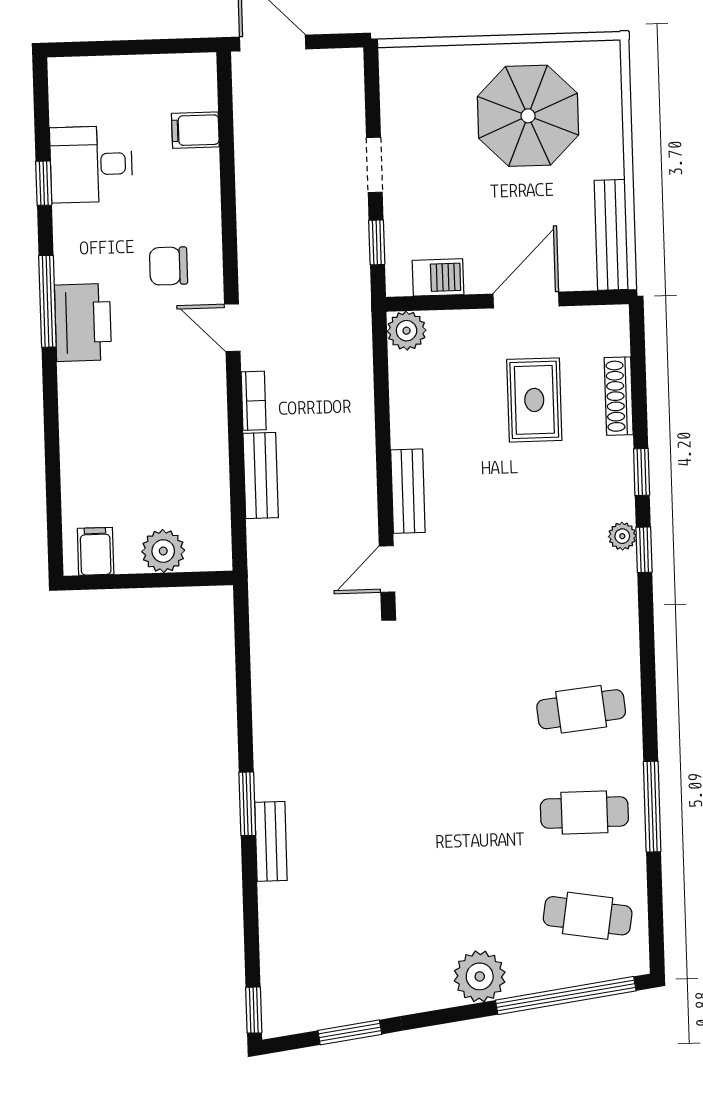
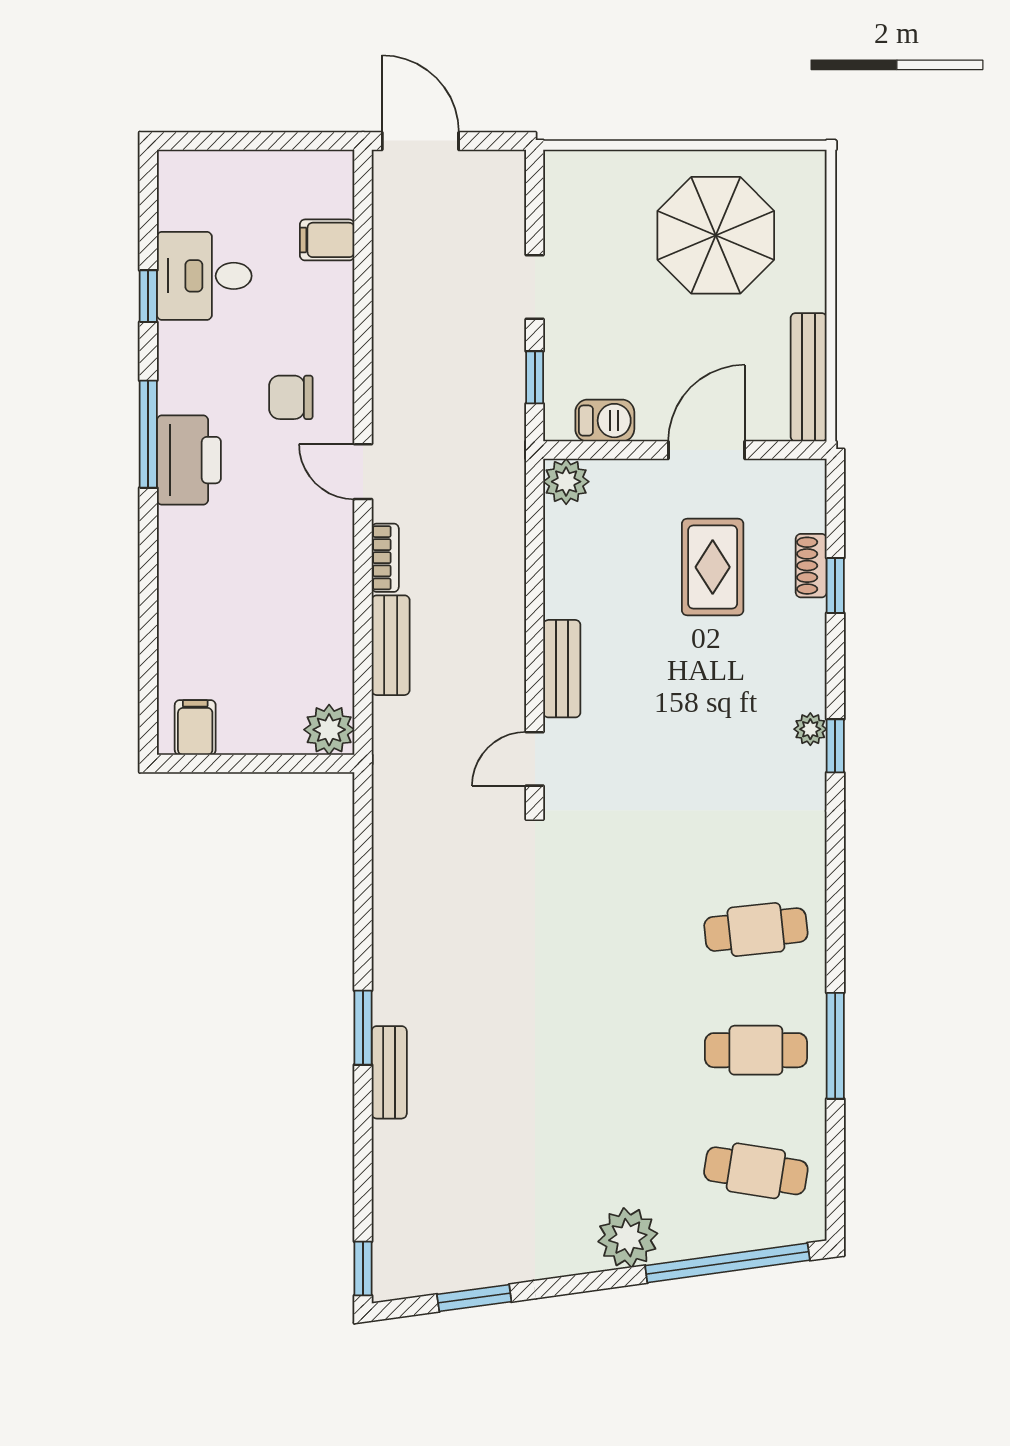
shoe rack: (619, 396) -> (811, 566), width x0.70
window: (642, 472) -> (835, 585), moved
plant: (163, 551) -> (329, 730), moved

